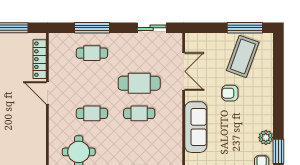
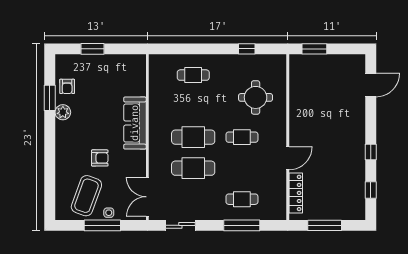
window: (245, 28) -> (102, 225), moved
side table: (221, 40) -> (109, 213), added
double door: (184, 71) -> (147, 197), moved
door: (47, 93) -> (288, 158), hinge flipped
cafe table: (139, 113) -> (193, 137), width x1.37, depth x1.35

